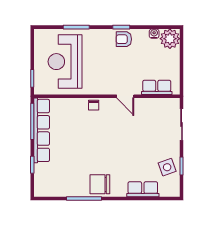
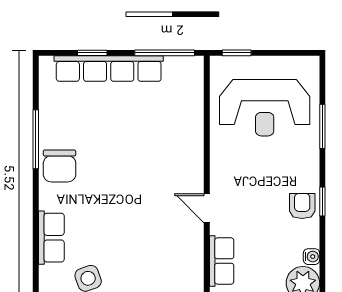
reception desk: (65, 62) -> (265, 108), turned 180
door: (125, 96) -> (207, 208), hinge flipped
chair: (94, 105) -> (192, 155), removed
row of seats: (42, 130) -> (109, 69), moved
chair: (100, 184) -> (60, 166), turned 180

